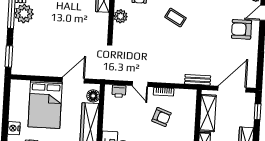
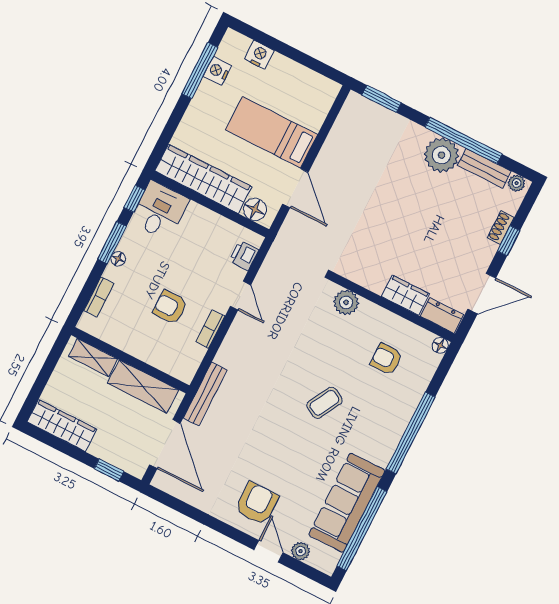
plant: (121, 16) -> (346, 302), moved
bench: (198, 80) -> (205, 394), width x1.36
door: (140, 84) -> (240, 296), swing flipped
bed: (45, 104) -> (271, 132), width x0.67
armchair: (161, 117) -> (170, 307), turned 71

